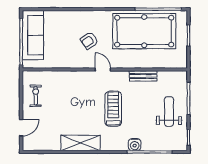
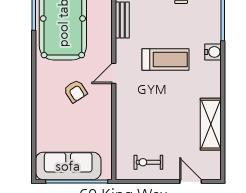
treadmill: (113, 109) -> (166, 60), turned 180
shelving: (81, 143) -> (211, 124), moved
water cooler: (135, 145) -> (213, 52), moved

